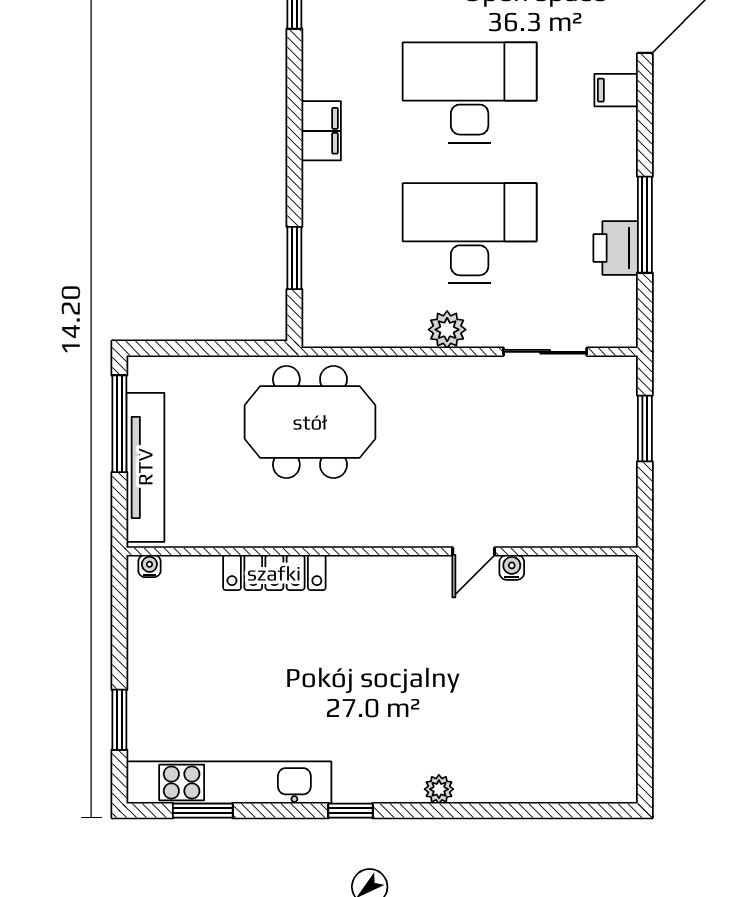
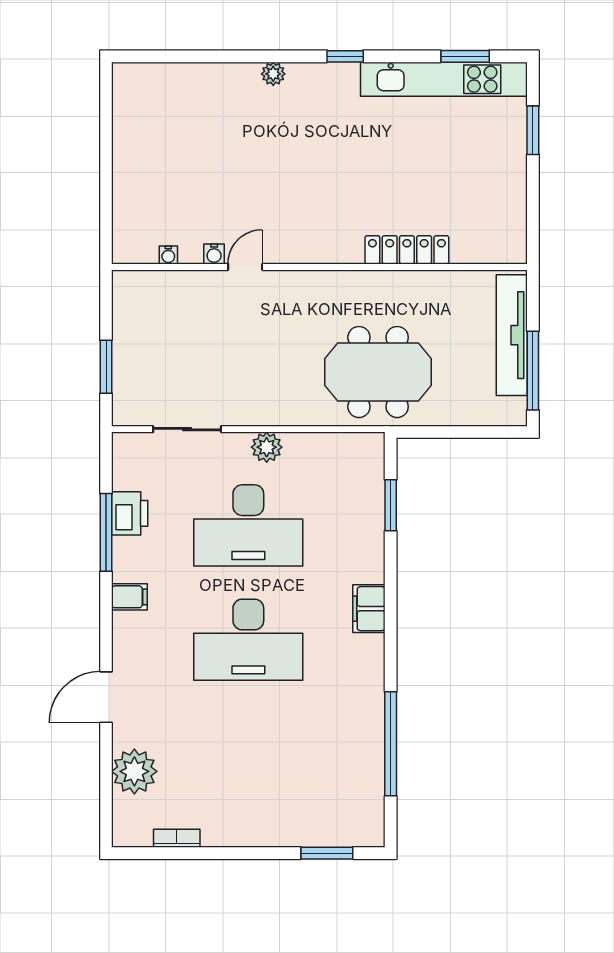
filing cabinet: (616, 90) -> (129, 597), moved
water cooler: (149, 566) -> (168, 255), moved

